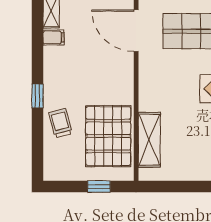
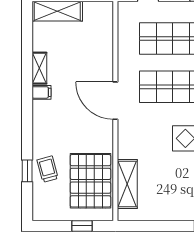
door: (136, 31) -> (115, 101), moved
window: (38, 96) -> (27, 171), moved

